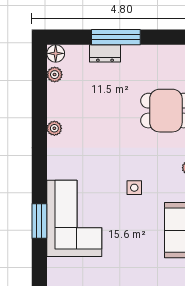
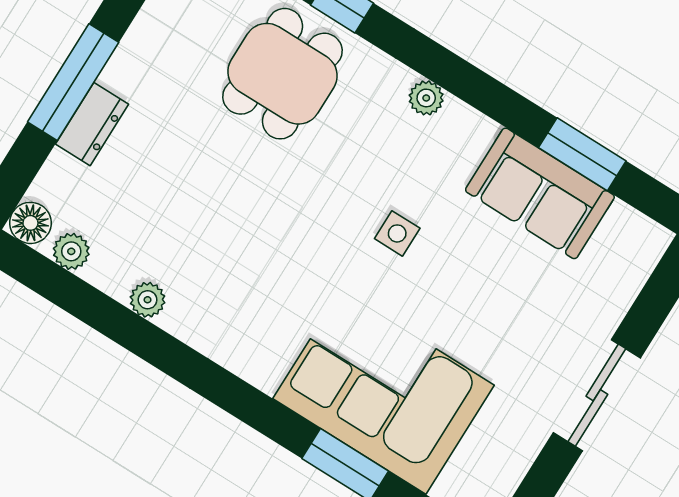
plant: (54, 128) -> (148, 300), moved

